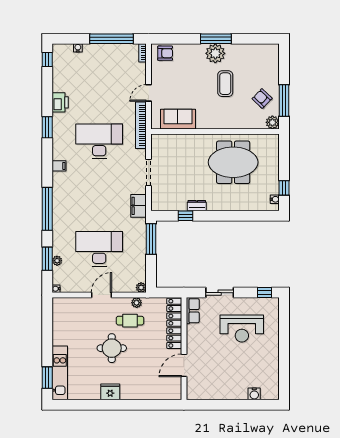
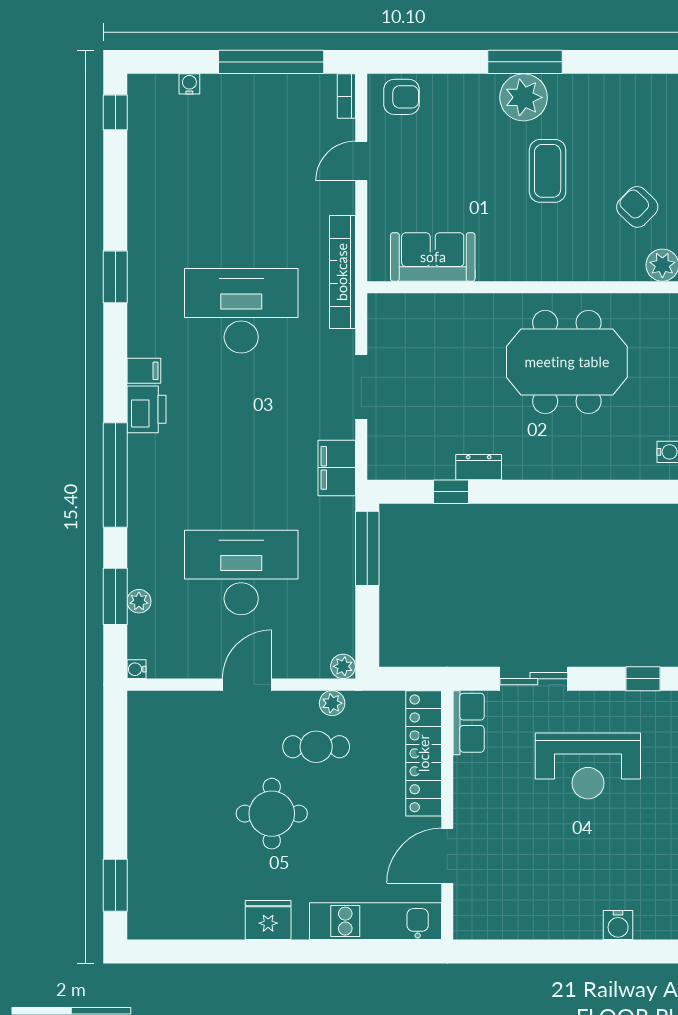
door: (149, 93) -> (361, 161), moved
printer: (60, 102) -> (147, 409), moved
kitchen unit: (60, 373) -> (376, 921), moved, turned -90

